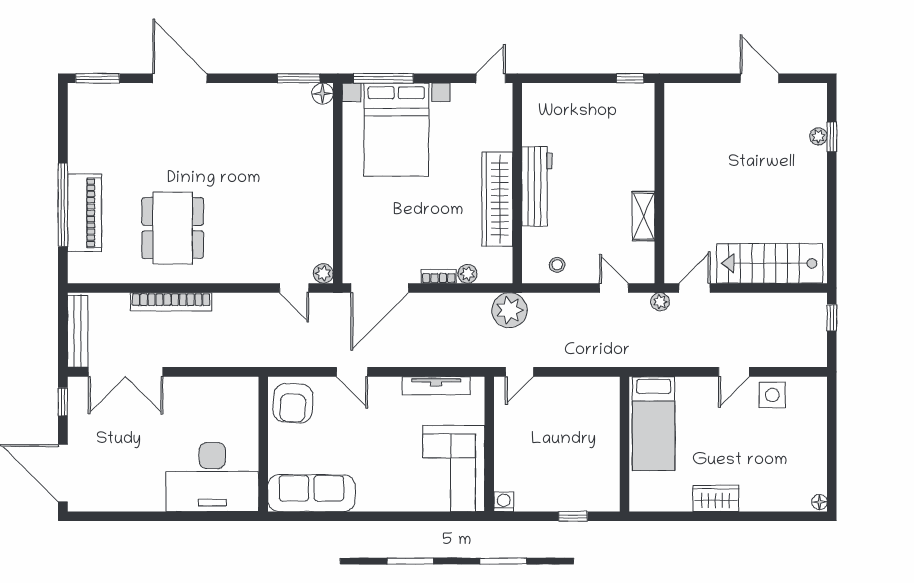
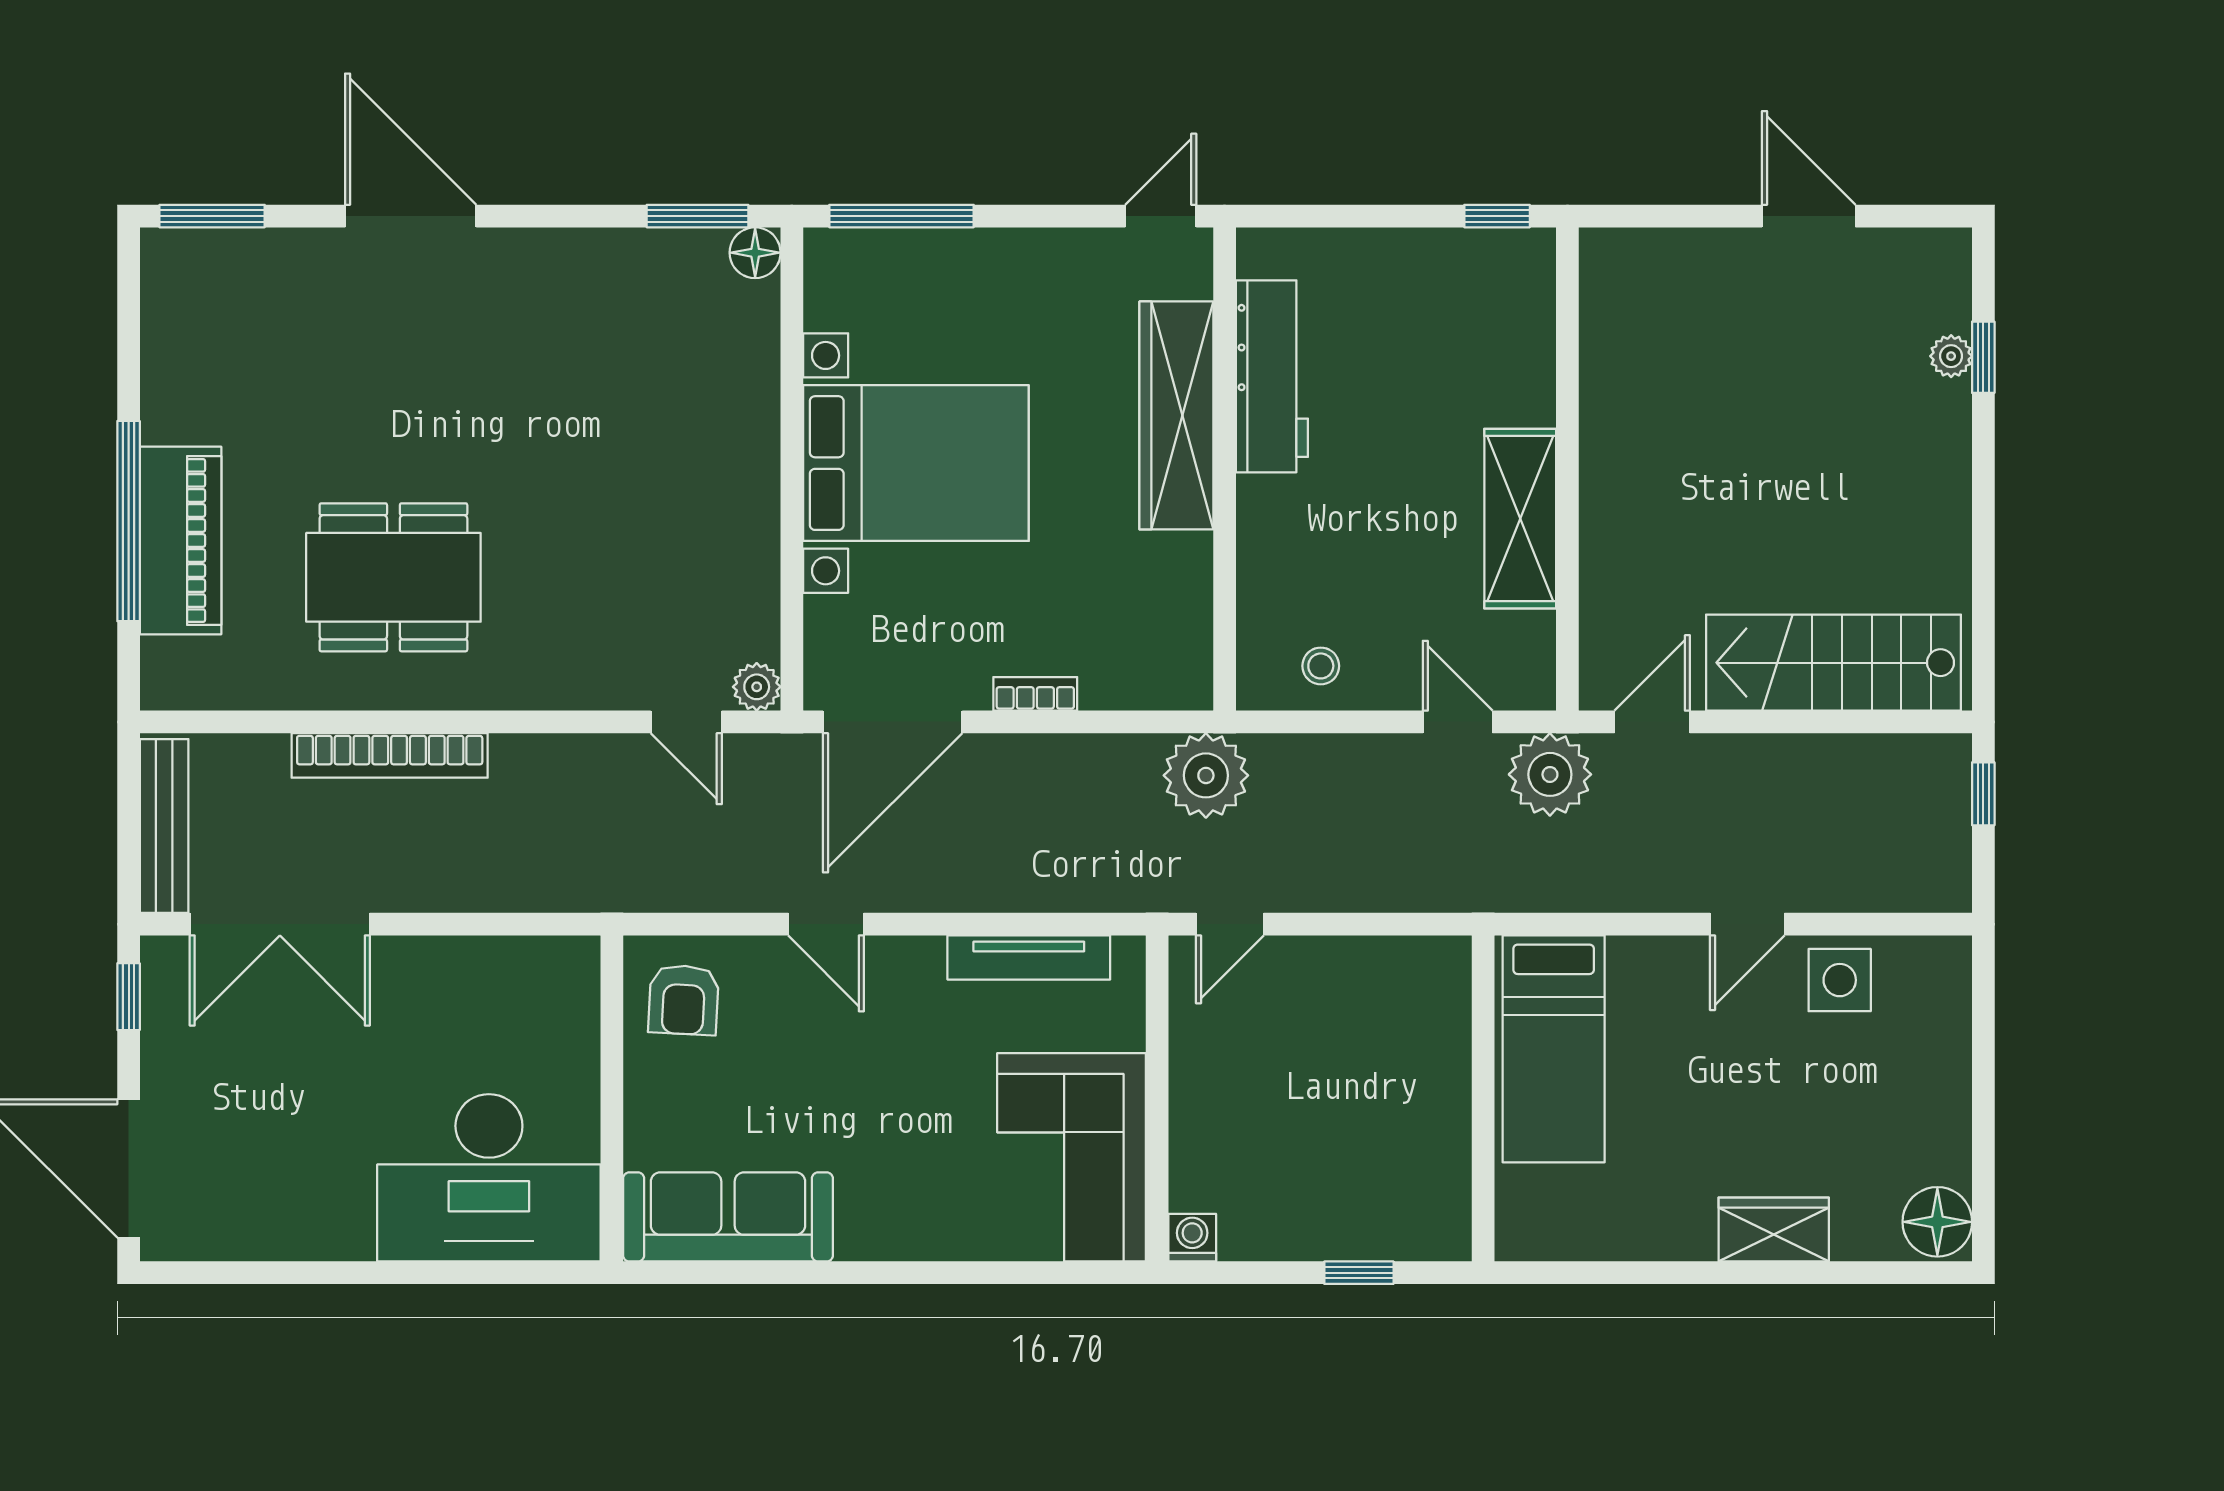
bed with nightstands: (396, 130) -> (916, 463), moved, turned -90
workbench: (537, 186) -> (1272, 376), moved
wardrobe: (497, 199) -> (1176, 415), moved
shelving: (644, 216) -> (1520, 519), width x1.50, depth x1.33
dining table: (173, 228) -> (393, 577), turned 90
plant: (468, 274) -> (1105, 688), removed
plant: (660, 302) -> (1550, 774), width x1.87, depth x1.87
armchair: (293, 403) -> (684, 1000), width x0.72, depth x0.72
wardrobe: (716, 498) -> (1774, 1229), moved
floor lamp: (819, 502) -> (1937, 1222), width x1.89, depth x1.89

